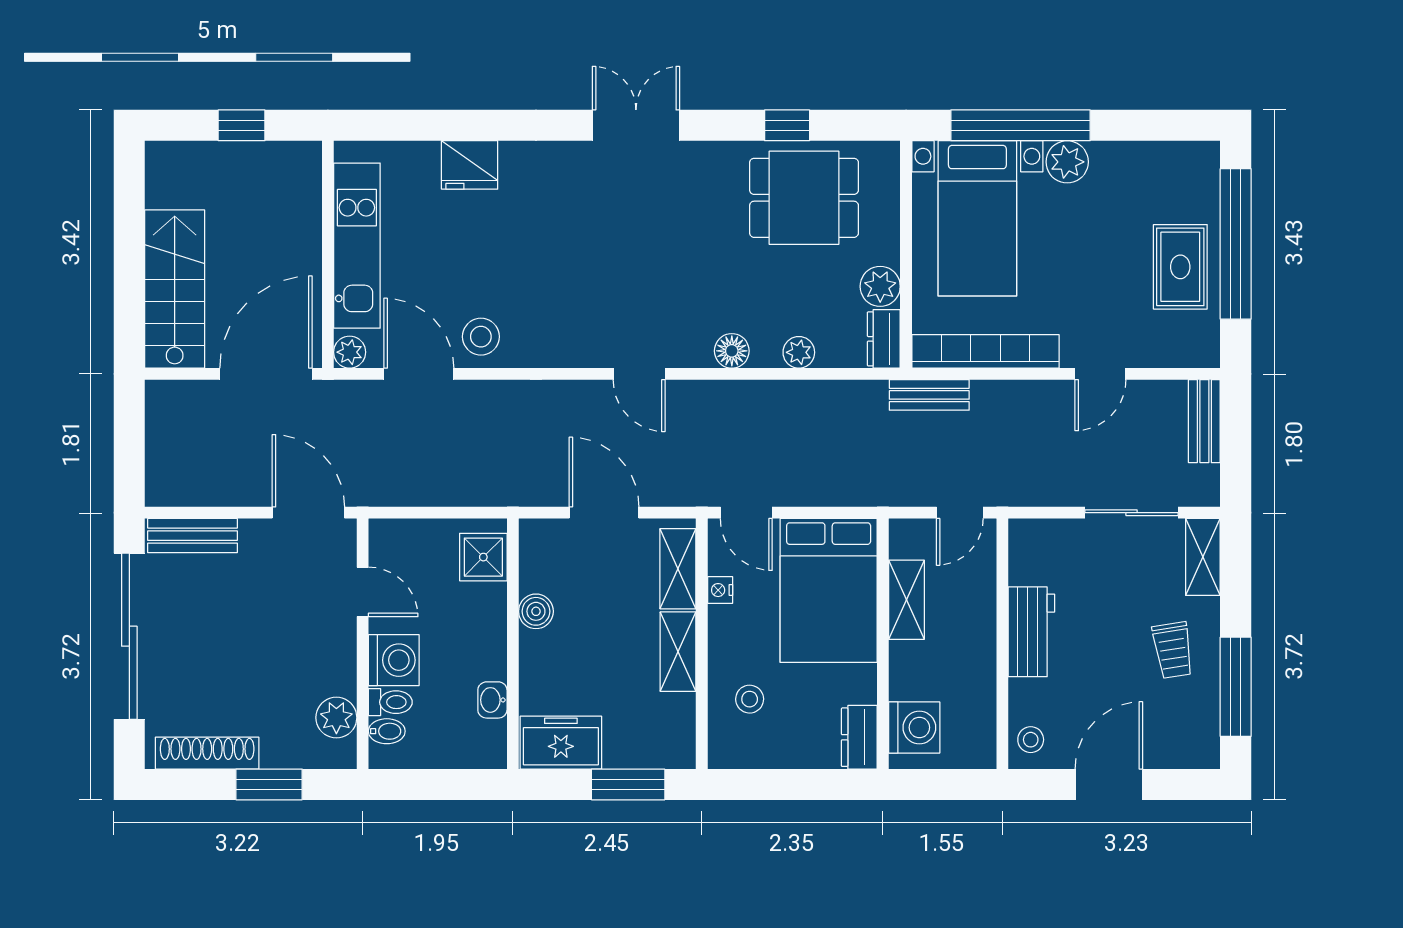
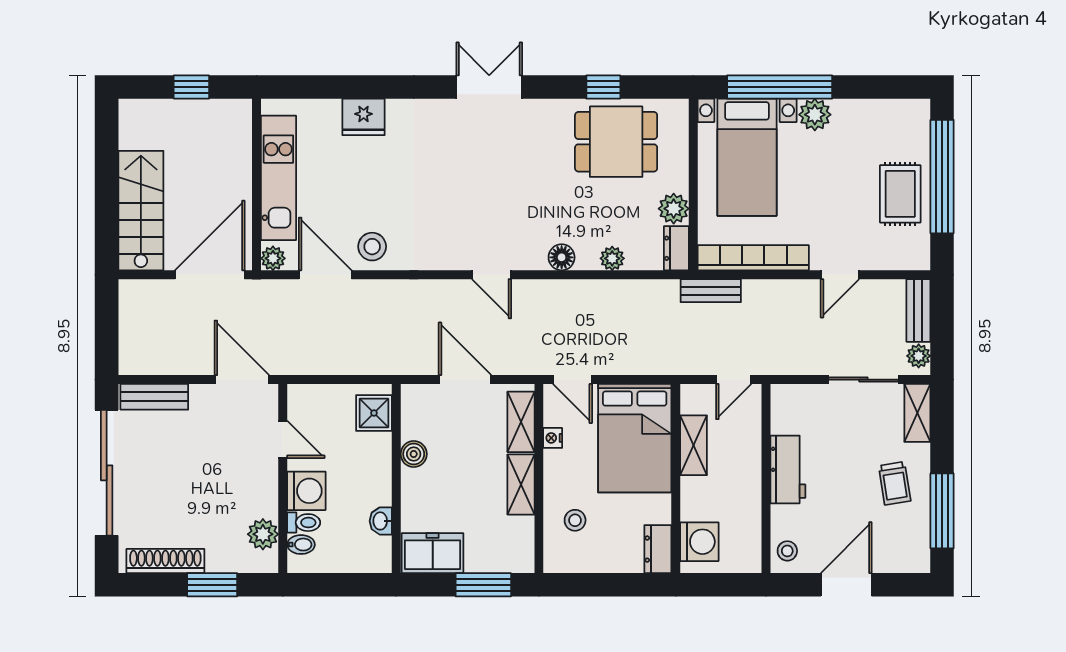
plant: (1205, 481) -> (919, 356), added

